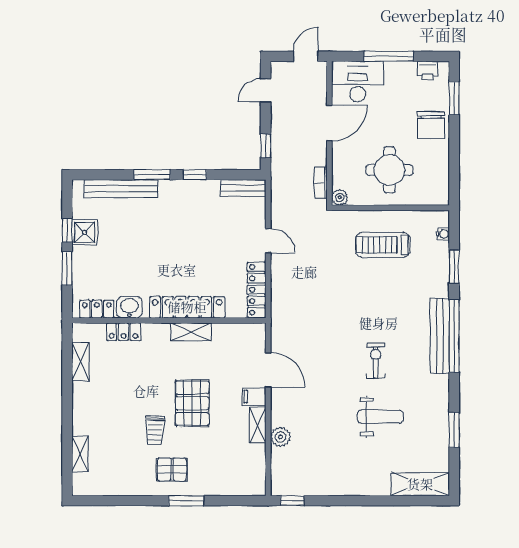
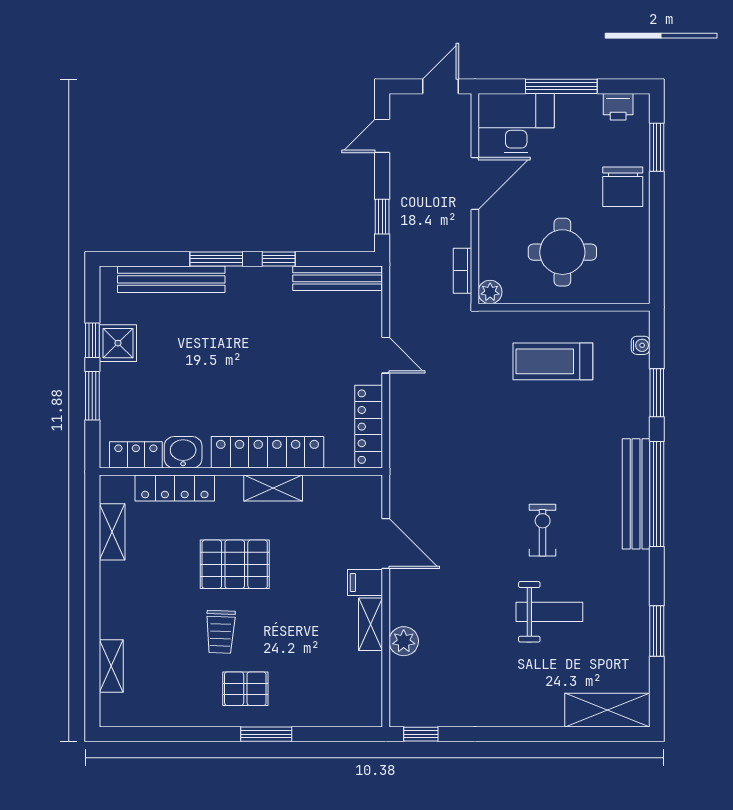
bench: (243, 188) -> (337, 278), width x1.36
locker: (124, 332) -> (175, 488), width x1.53
pallet: (192, 403) -> (235, 564), moved, turned 90

